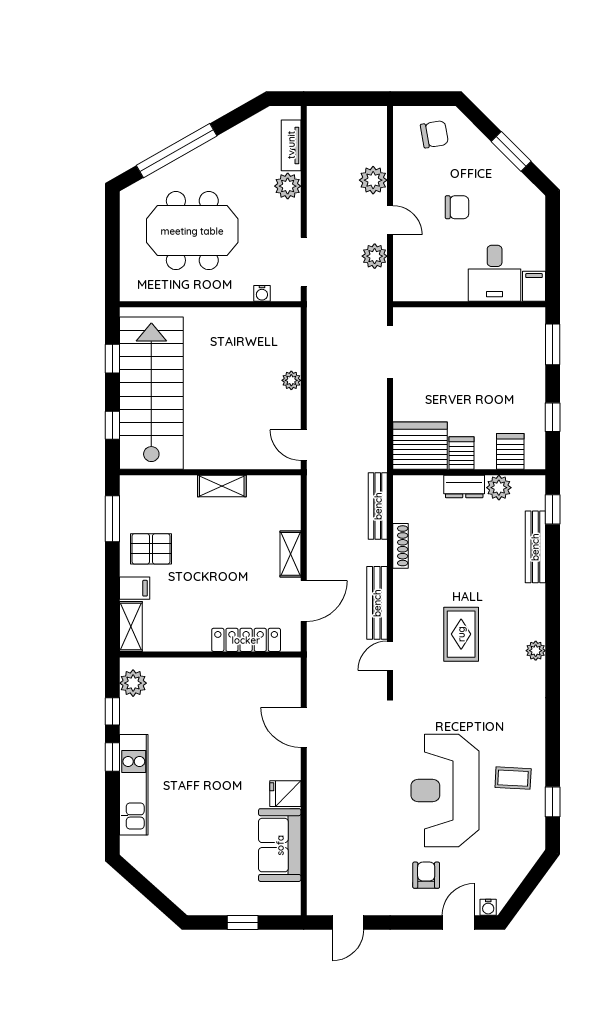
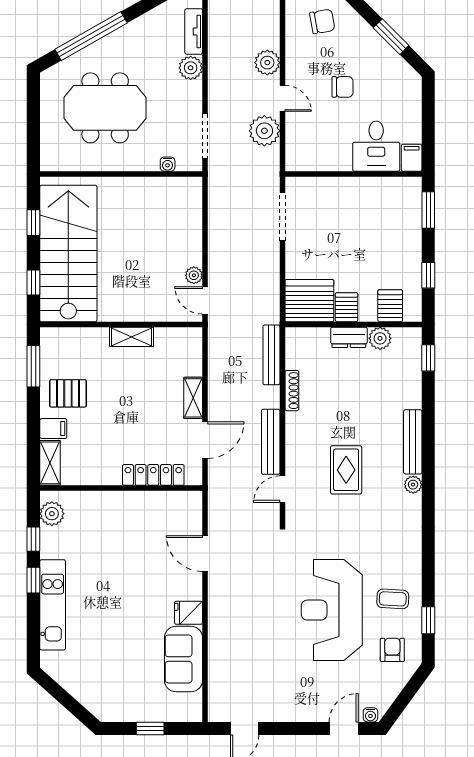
plant: (375, 256) -> (264, 131), width x1.36, depth x1.36
plant: (291, 380) -> (194, 275), moved
bench: (535, 547) -> (413, 442), moved
armchair: (426, 875) -> (392, 650), moved

